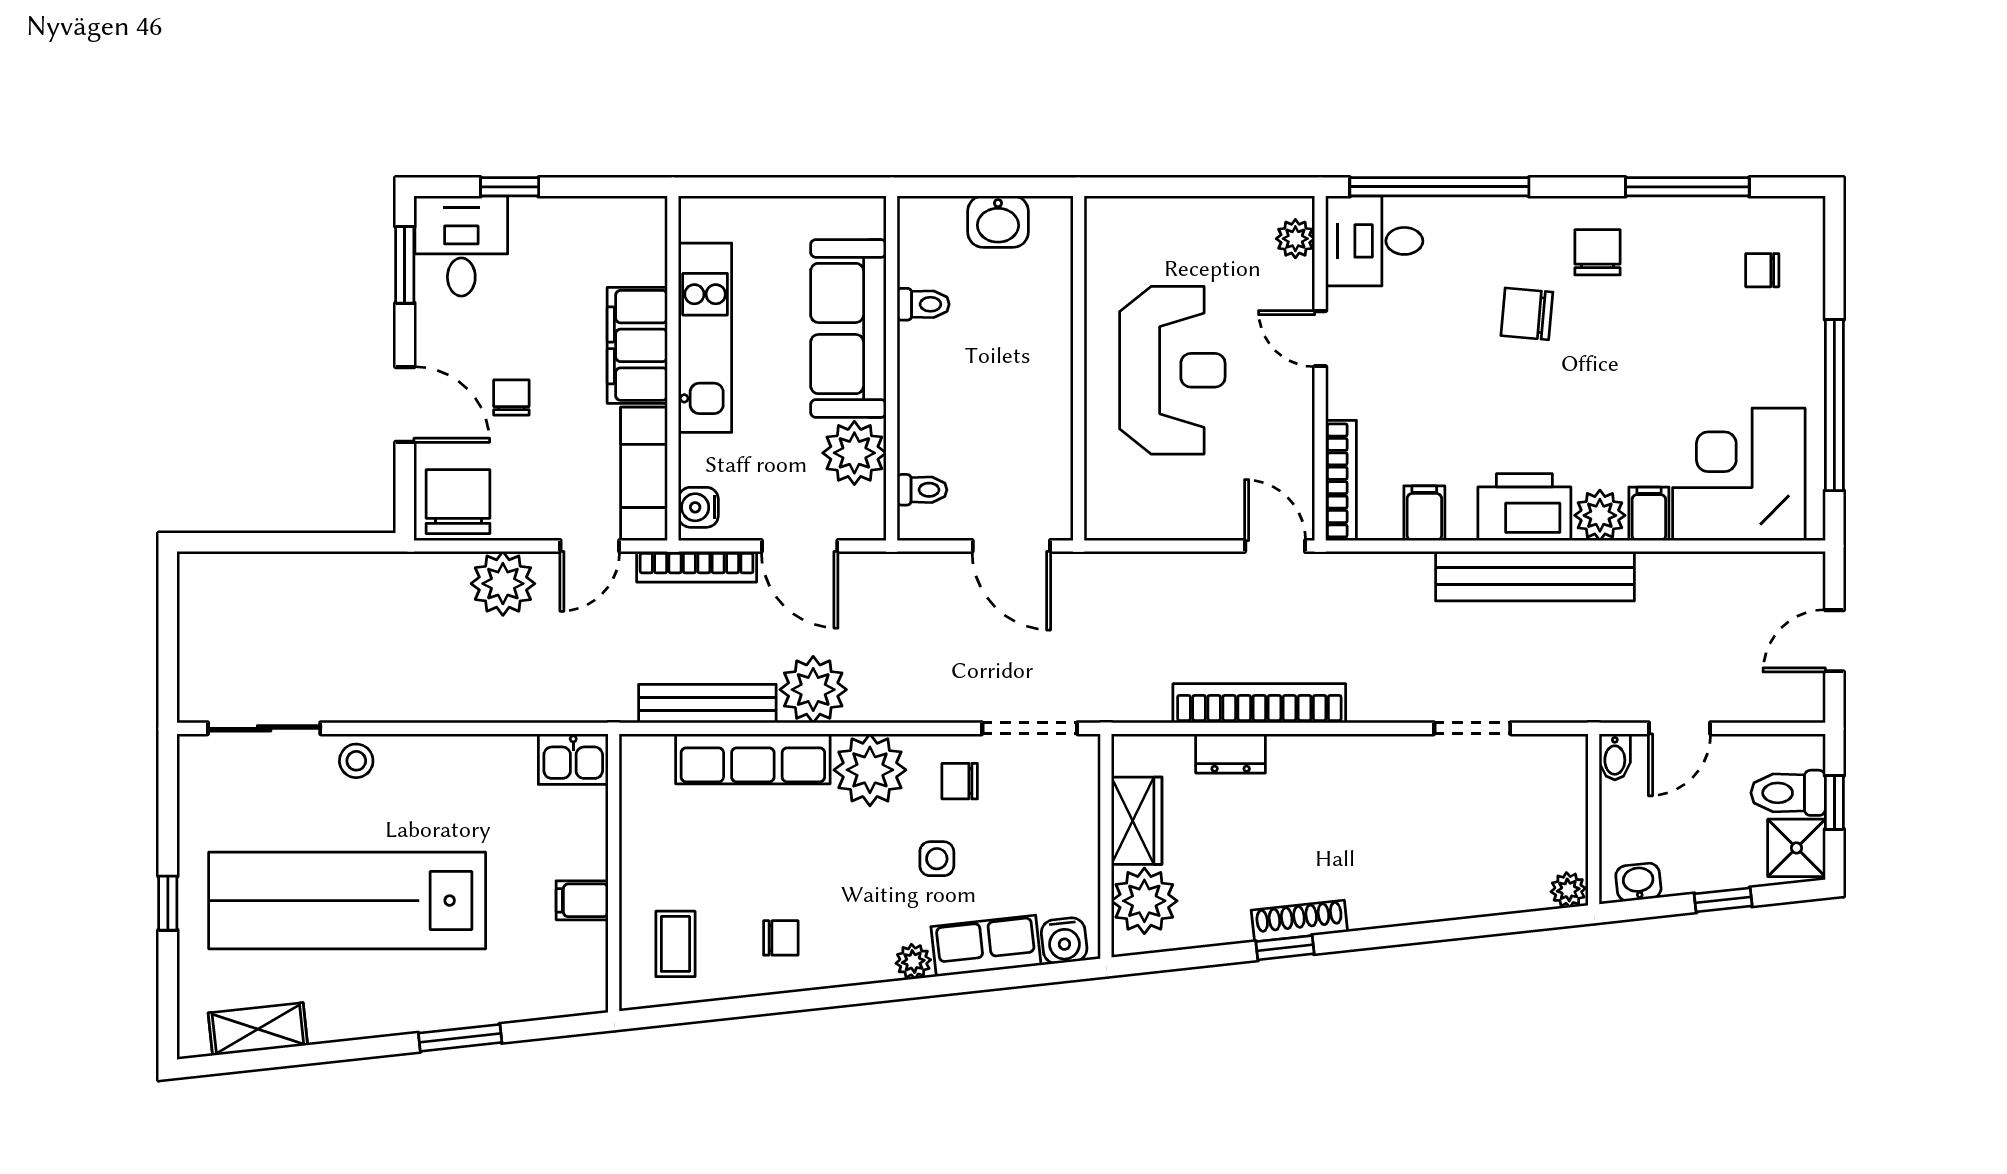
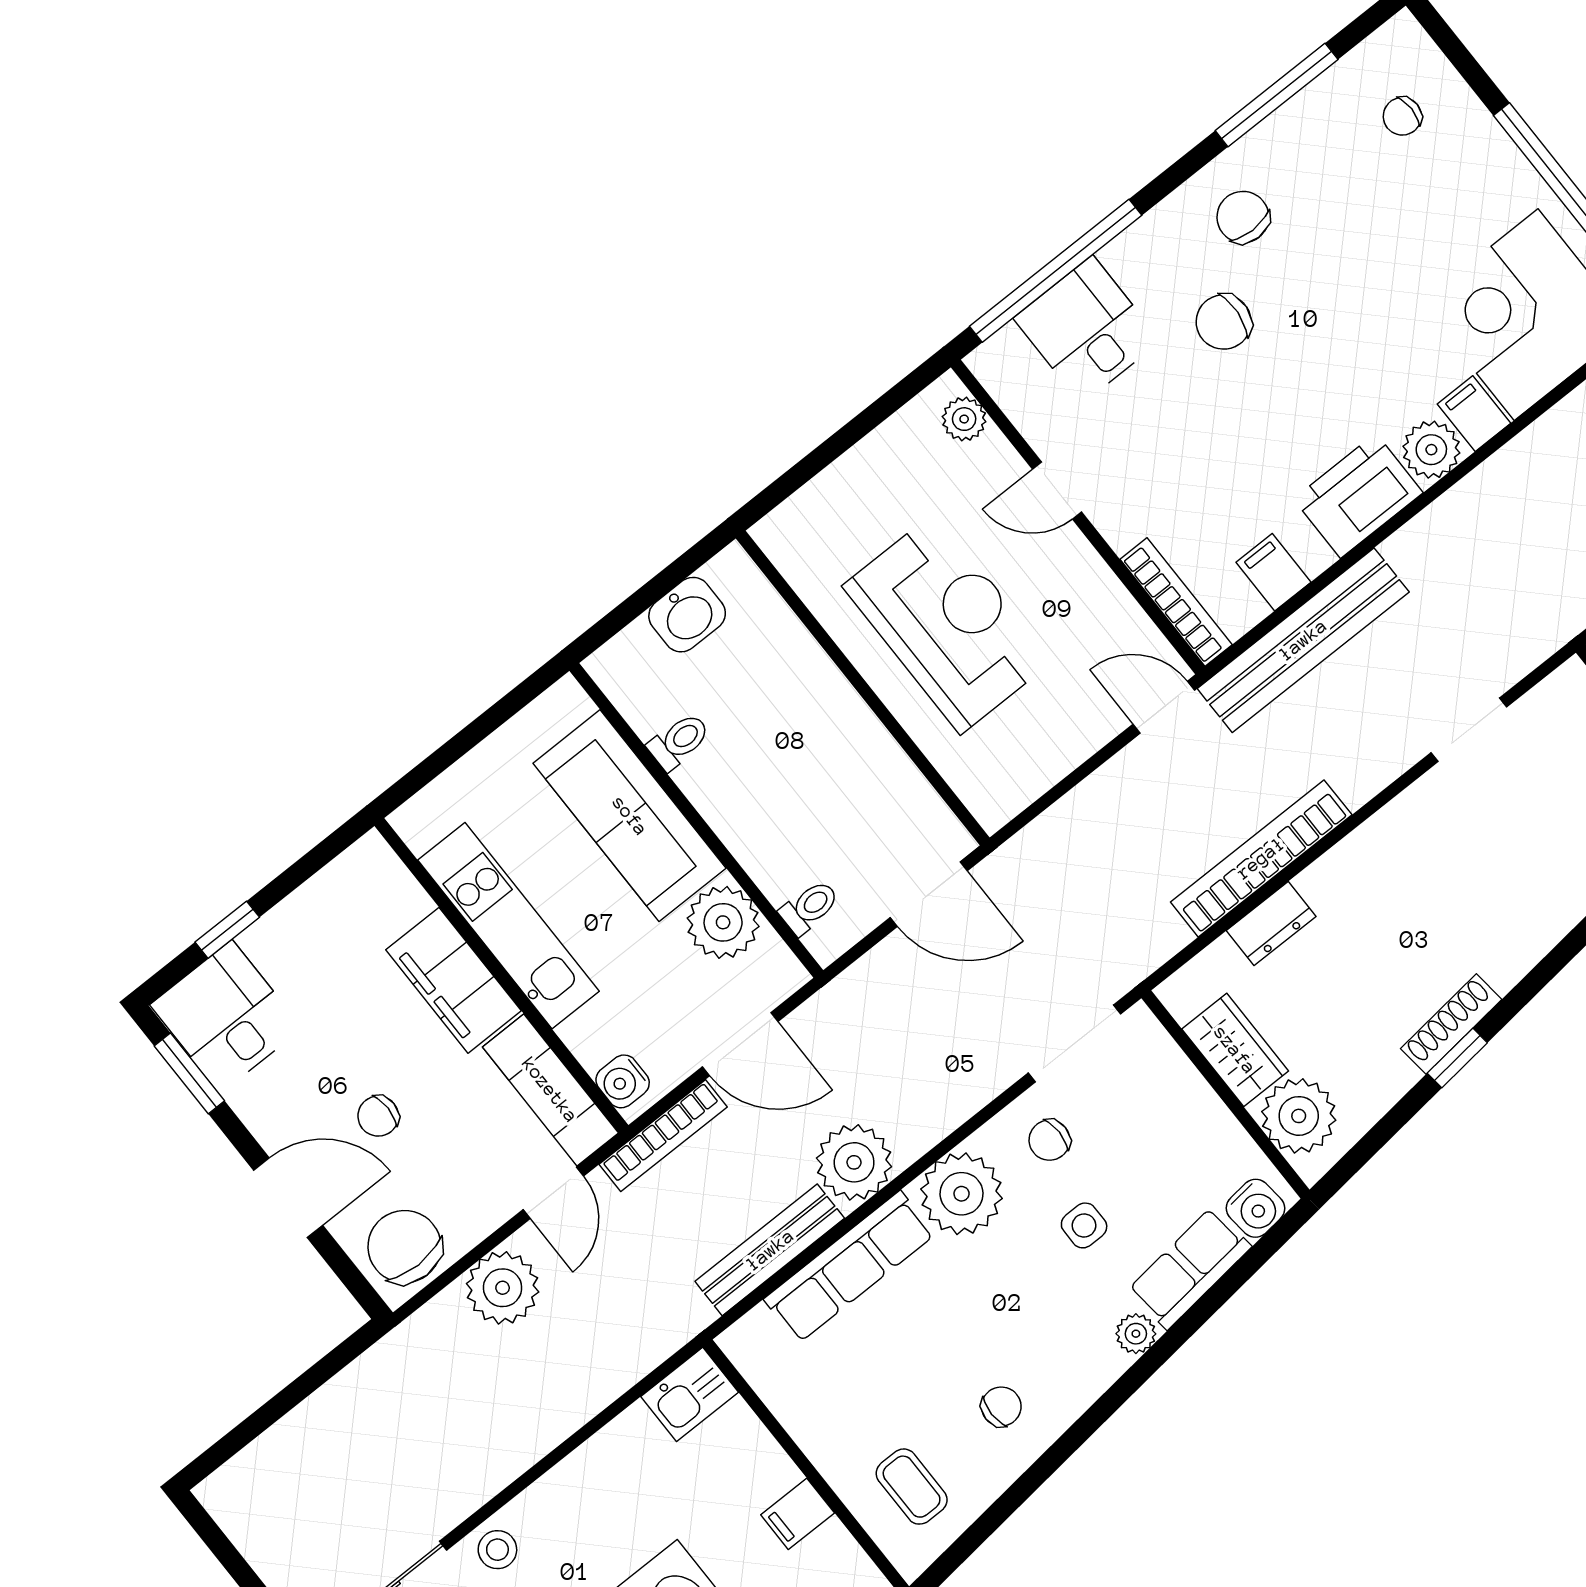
desk: (1374, 241) -> (1087, 330), moved, turned 90
chair: (511, 398) -> (378, 1116), turned -90
bench: (1535, 576) -> (1303, 640), moved

